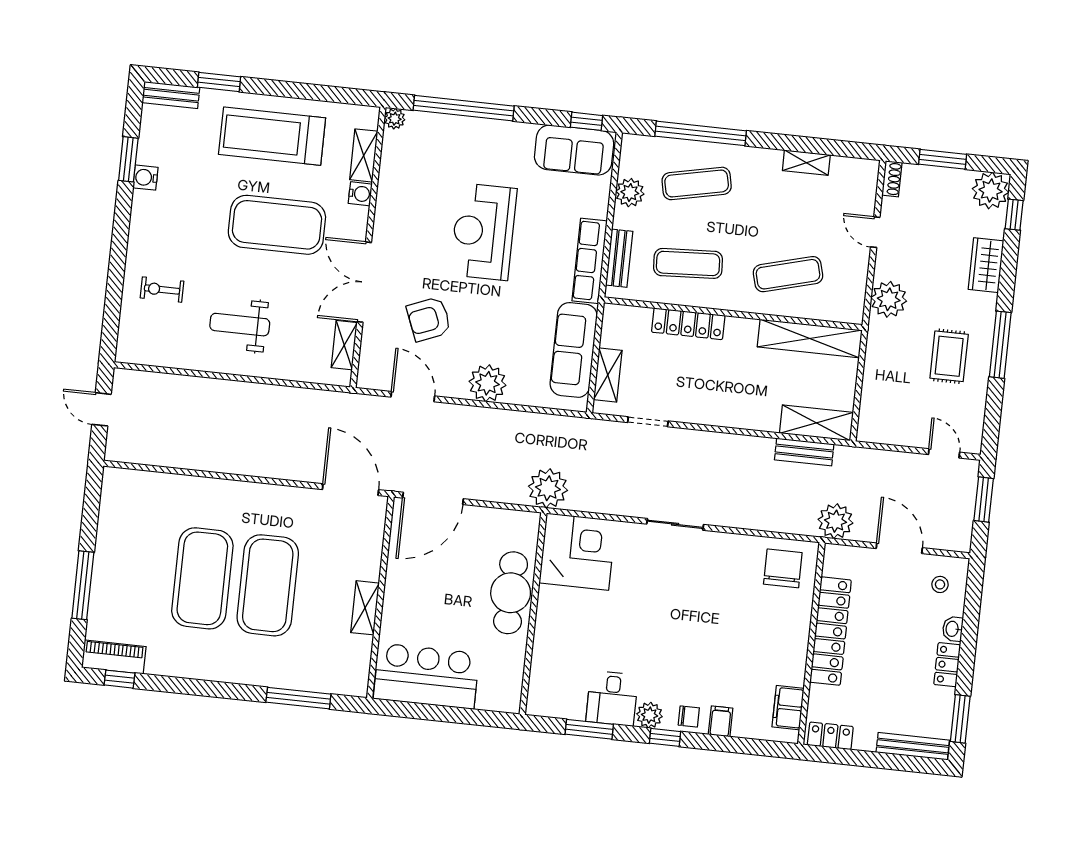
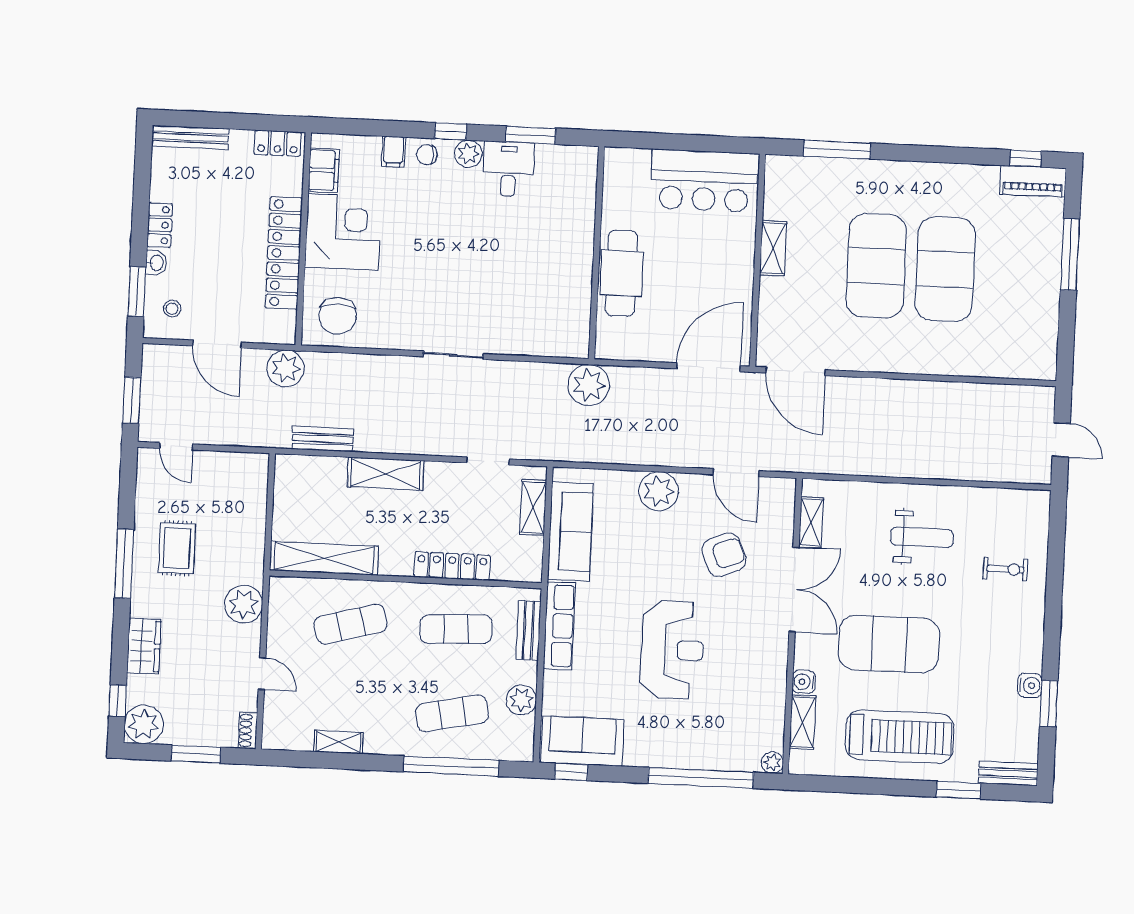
shelving: (816, 423) -> (386, 474), moved
corner desk: (577, 552) -> (343, 232), moved, turned 180
window: (960, 719) -> (137, 291), moved

